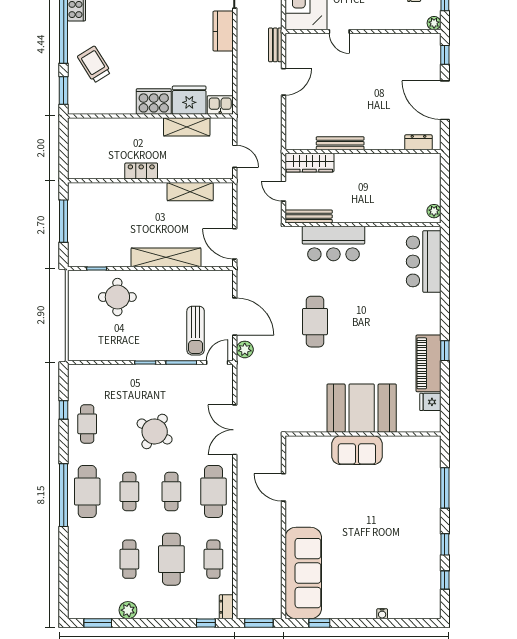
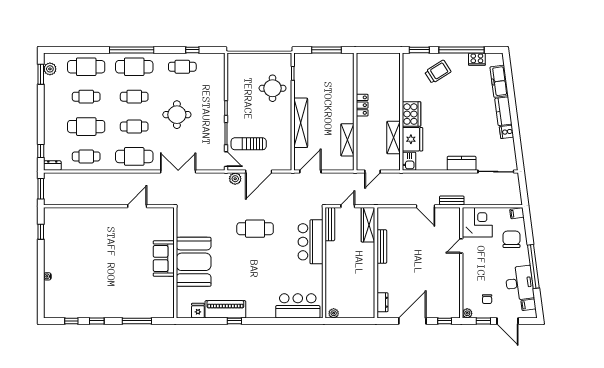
round table: (155, 431) -> (177, 115), turned -32
cafe table: (87, 559) -> (86, 67), added
sofa: (303, 573) -> (76, 220), removed
plant: (128, 610) -> (50, 69), moved

